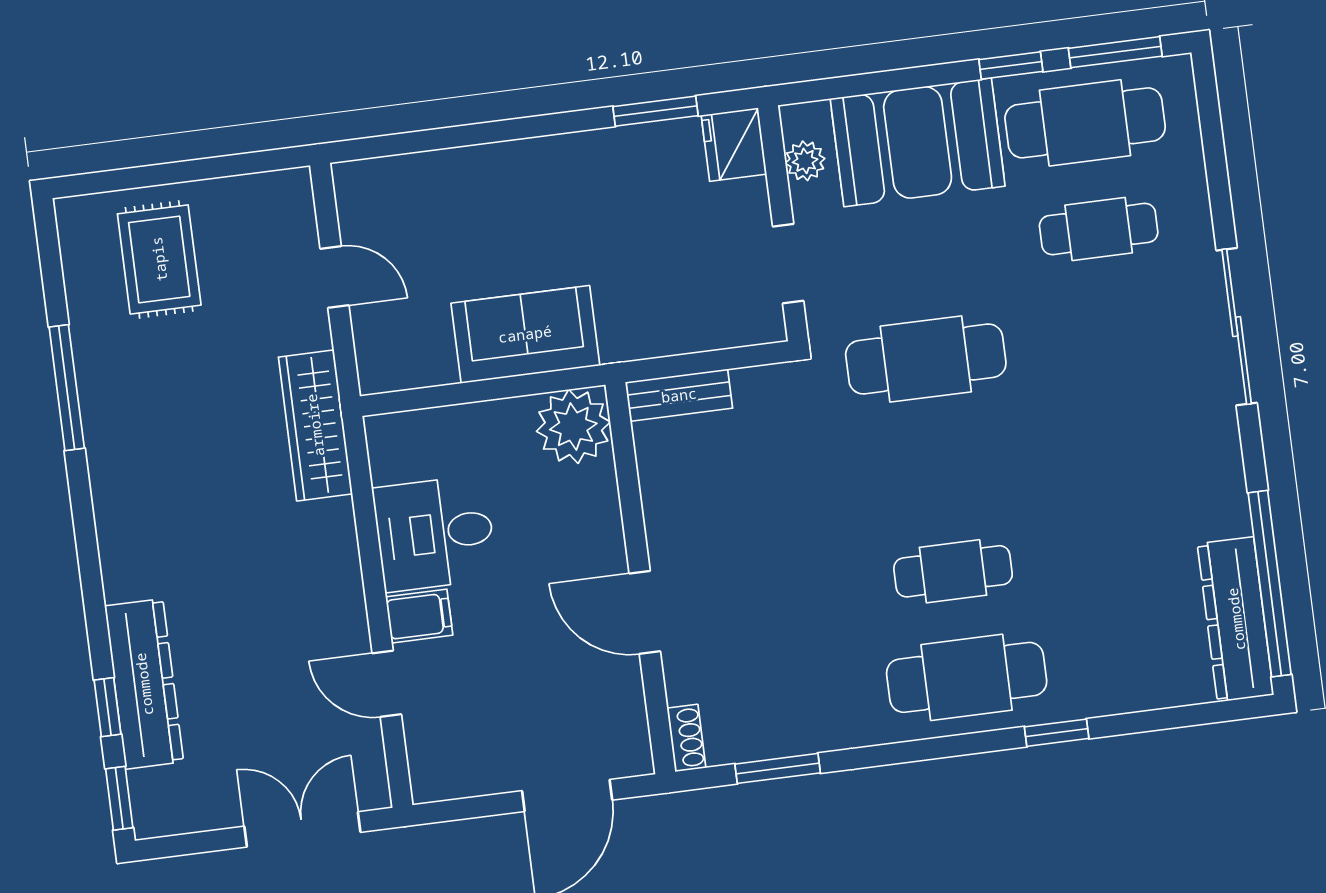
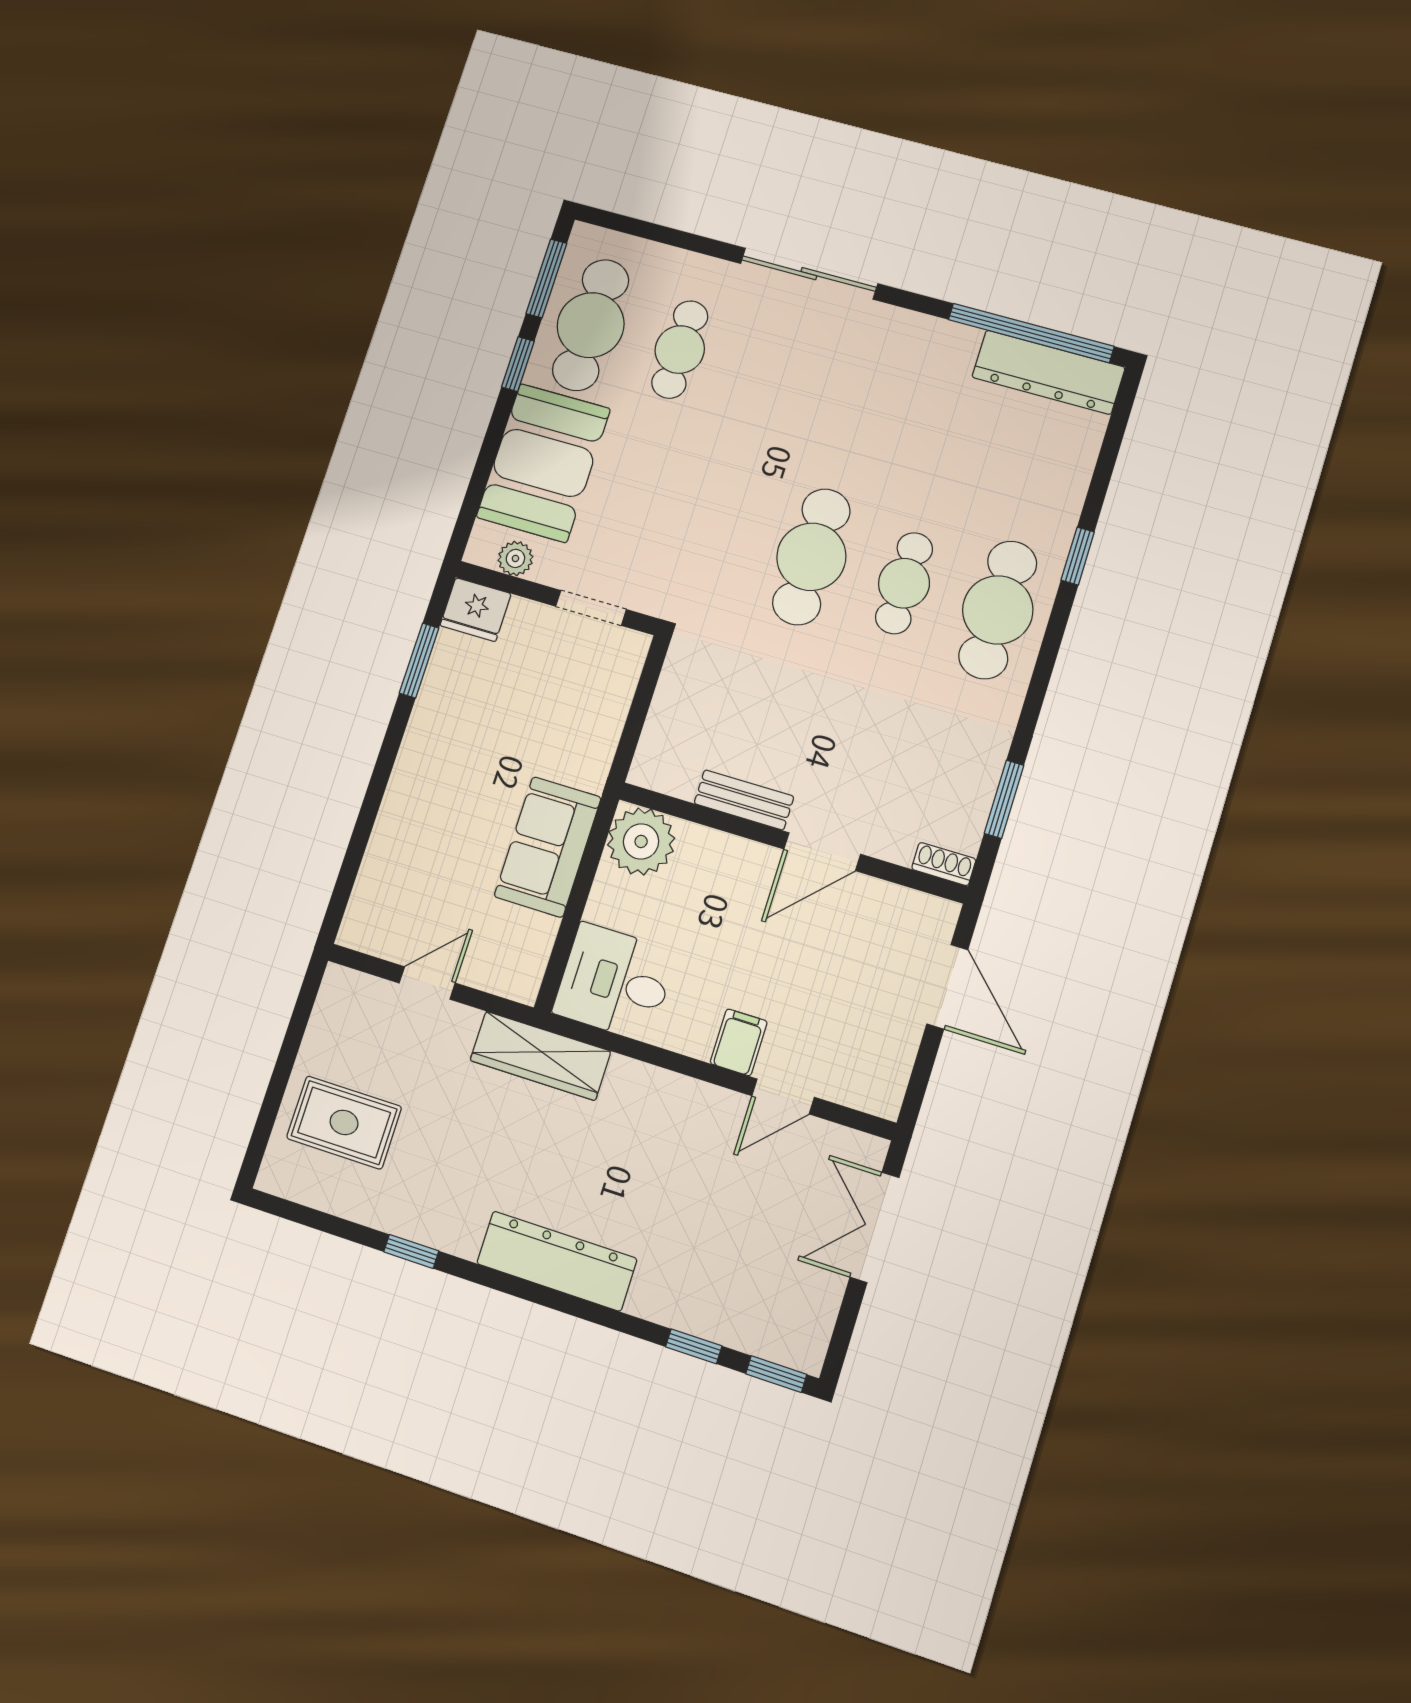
cafe table: (926, 359) -> (811, 557), moved
window: (67, 388) -> (411, 1251), width x0.46
bench: (679, 395) -> (744, 800), moved, turned 90
desk: (435, 533) -> (615, 982), moved, turned 90
dresser: (144, 684) -> (557, 1261), moved

